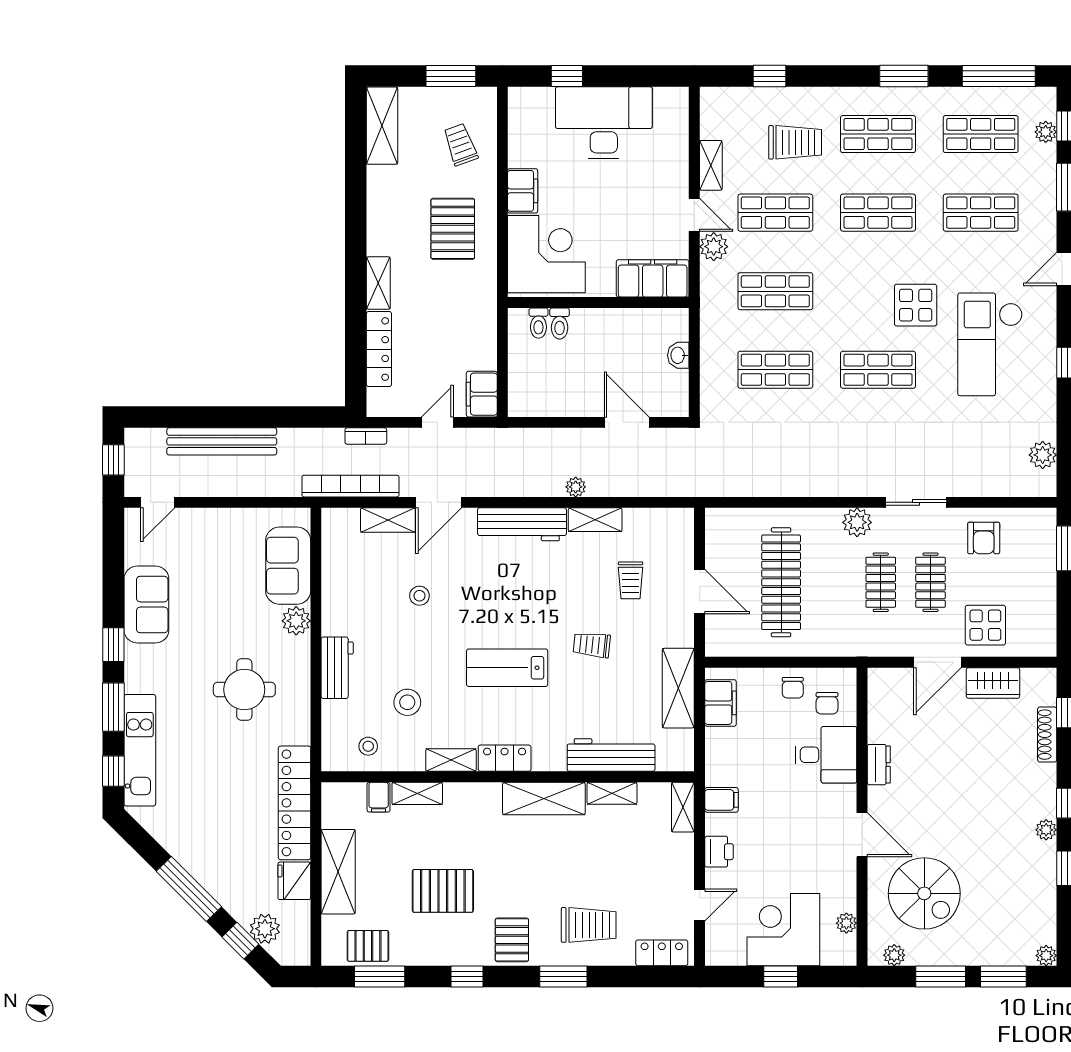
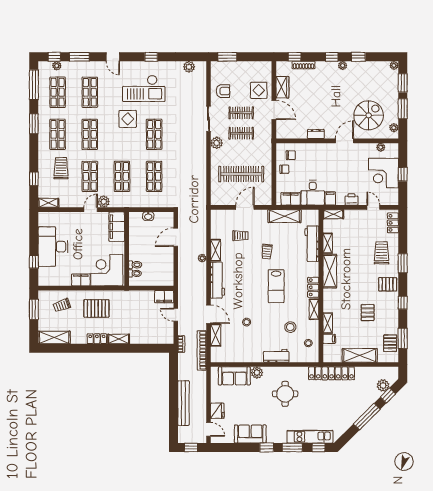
shelving: (711, 165) -> (48, 203), moved
locker: (379, 349) -> (97, 339), moved, width x0.66
desk: (826, 755) -> (313, 193), moved, turned 180
fridge: (294, 881) -> (217, 411), moved, turned -90
pallet: (443, 891) -> (368, 313), width x0.67, depth x0.71

